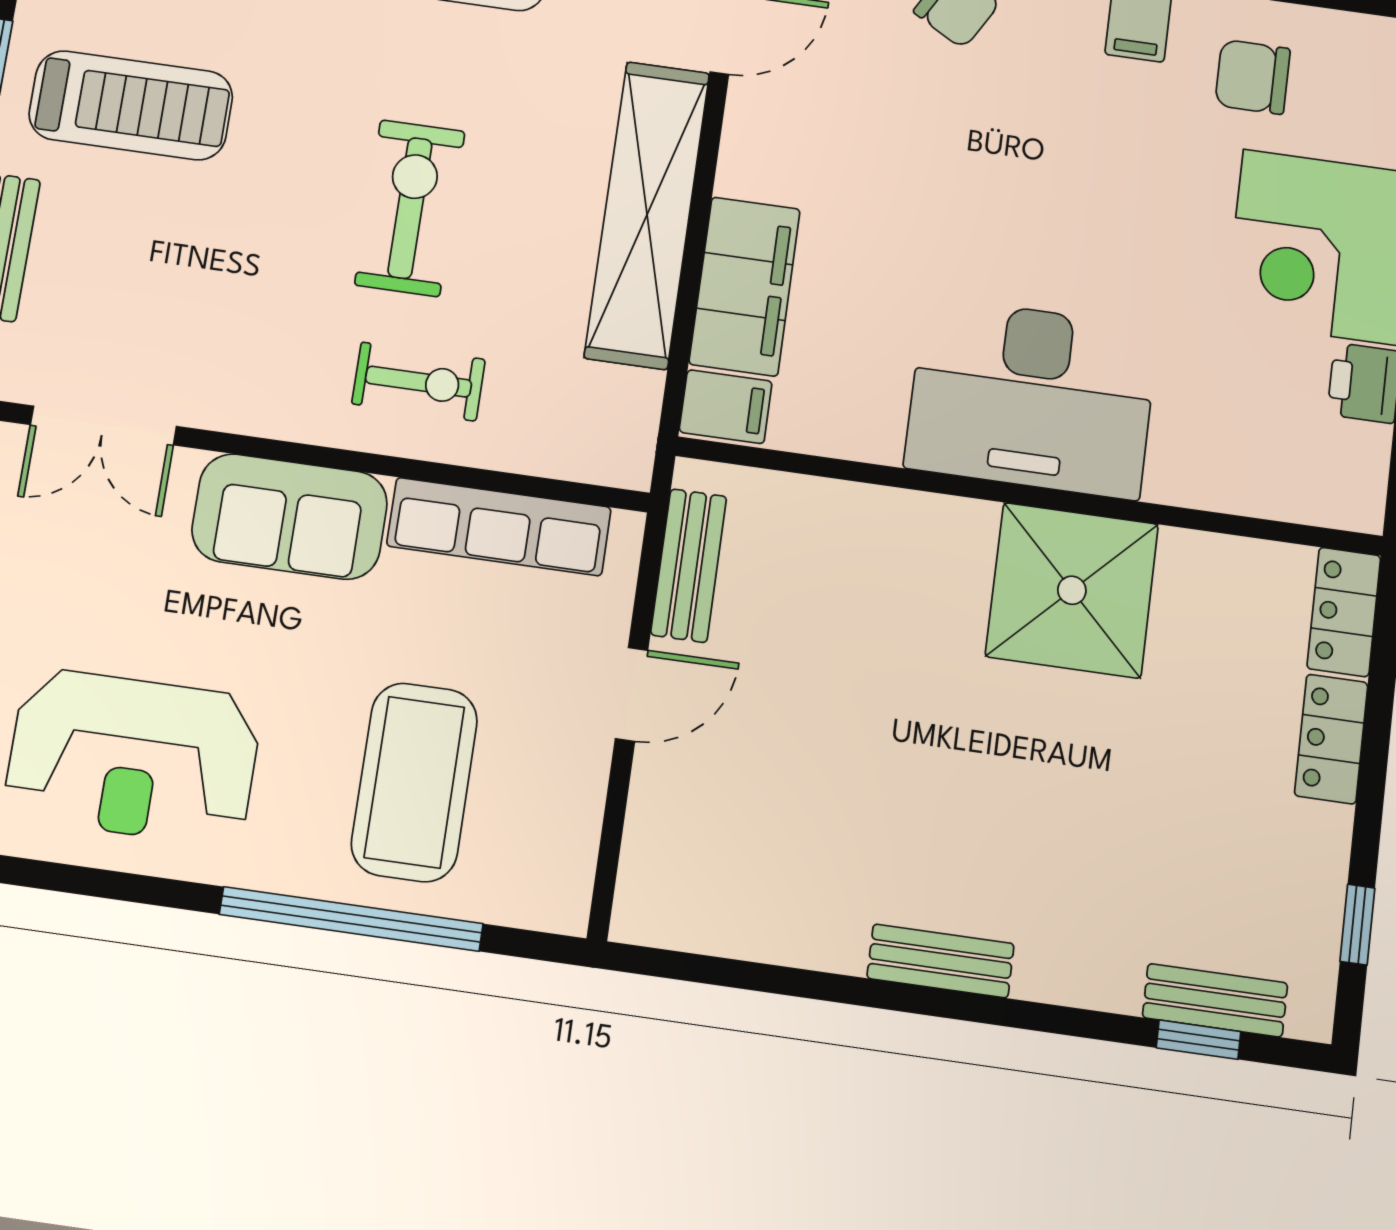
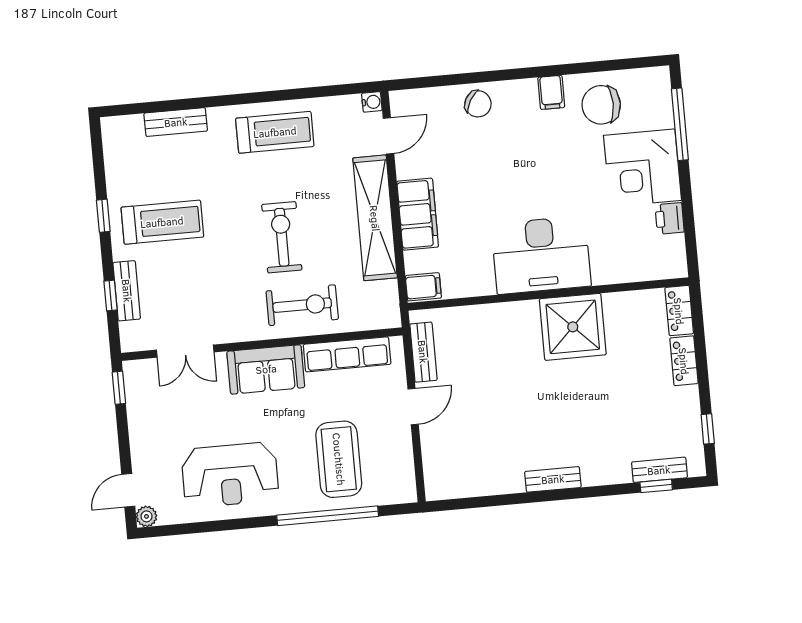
chair: (1253, 77) -> (601, 105), width x1.37, depth x1.37
filing cabinet: (745, 286) -> (418, 214), moved
exercise bike: (419, 382) -> (302, 305), width x1.38, depth x1.39

